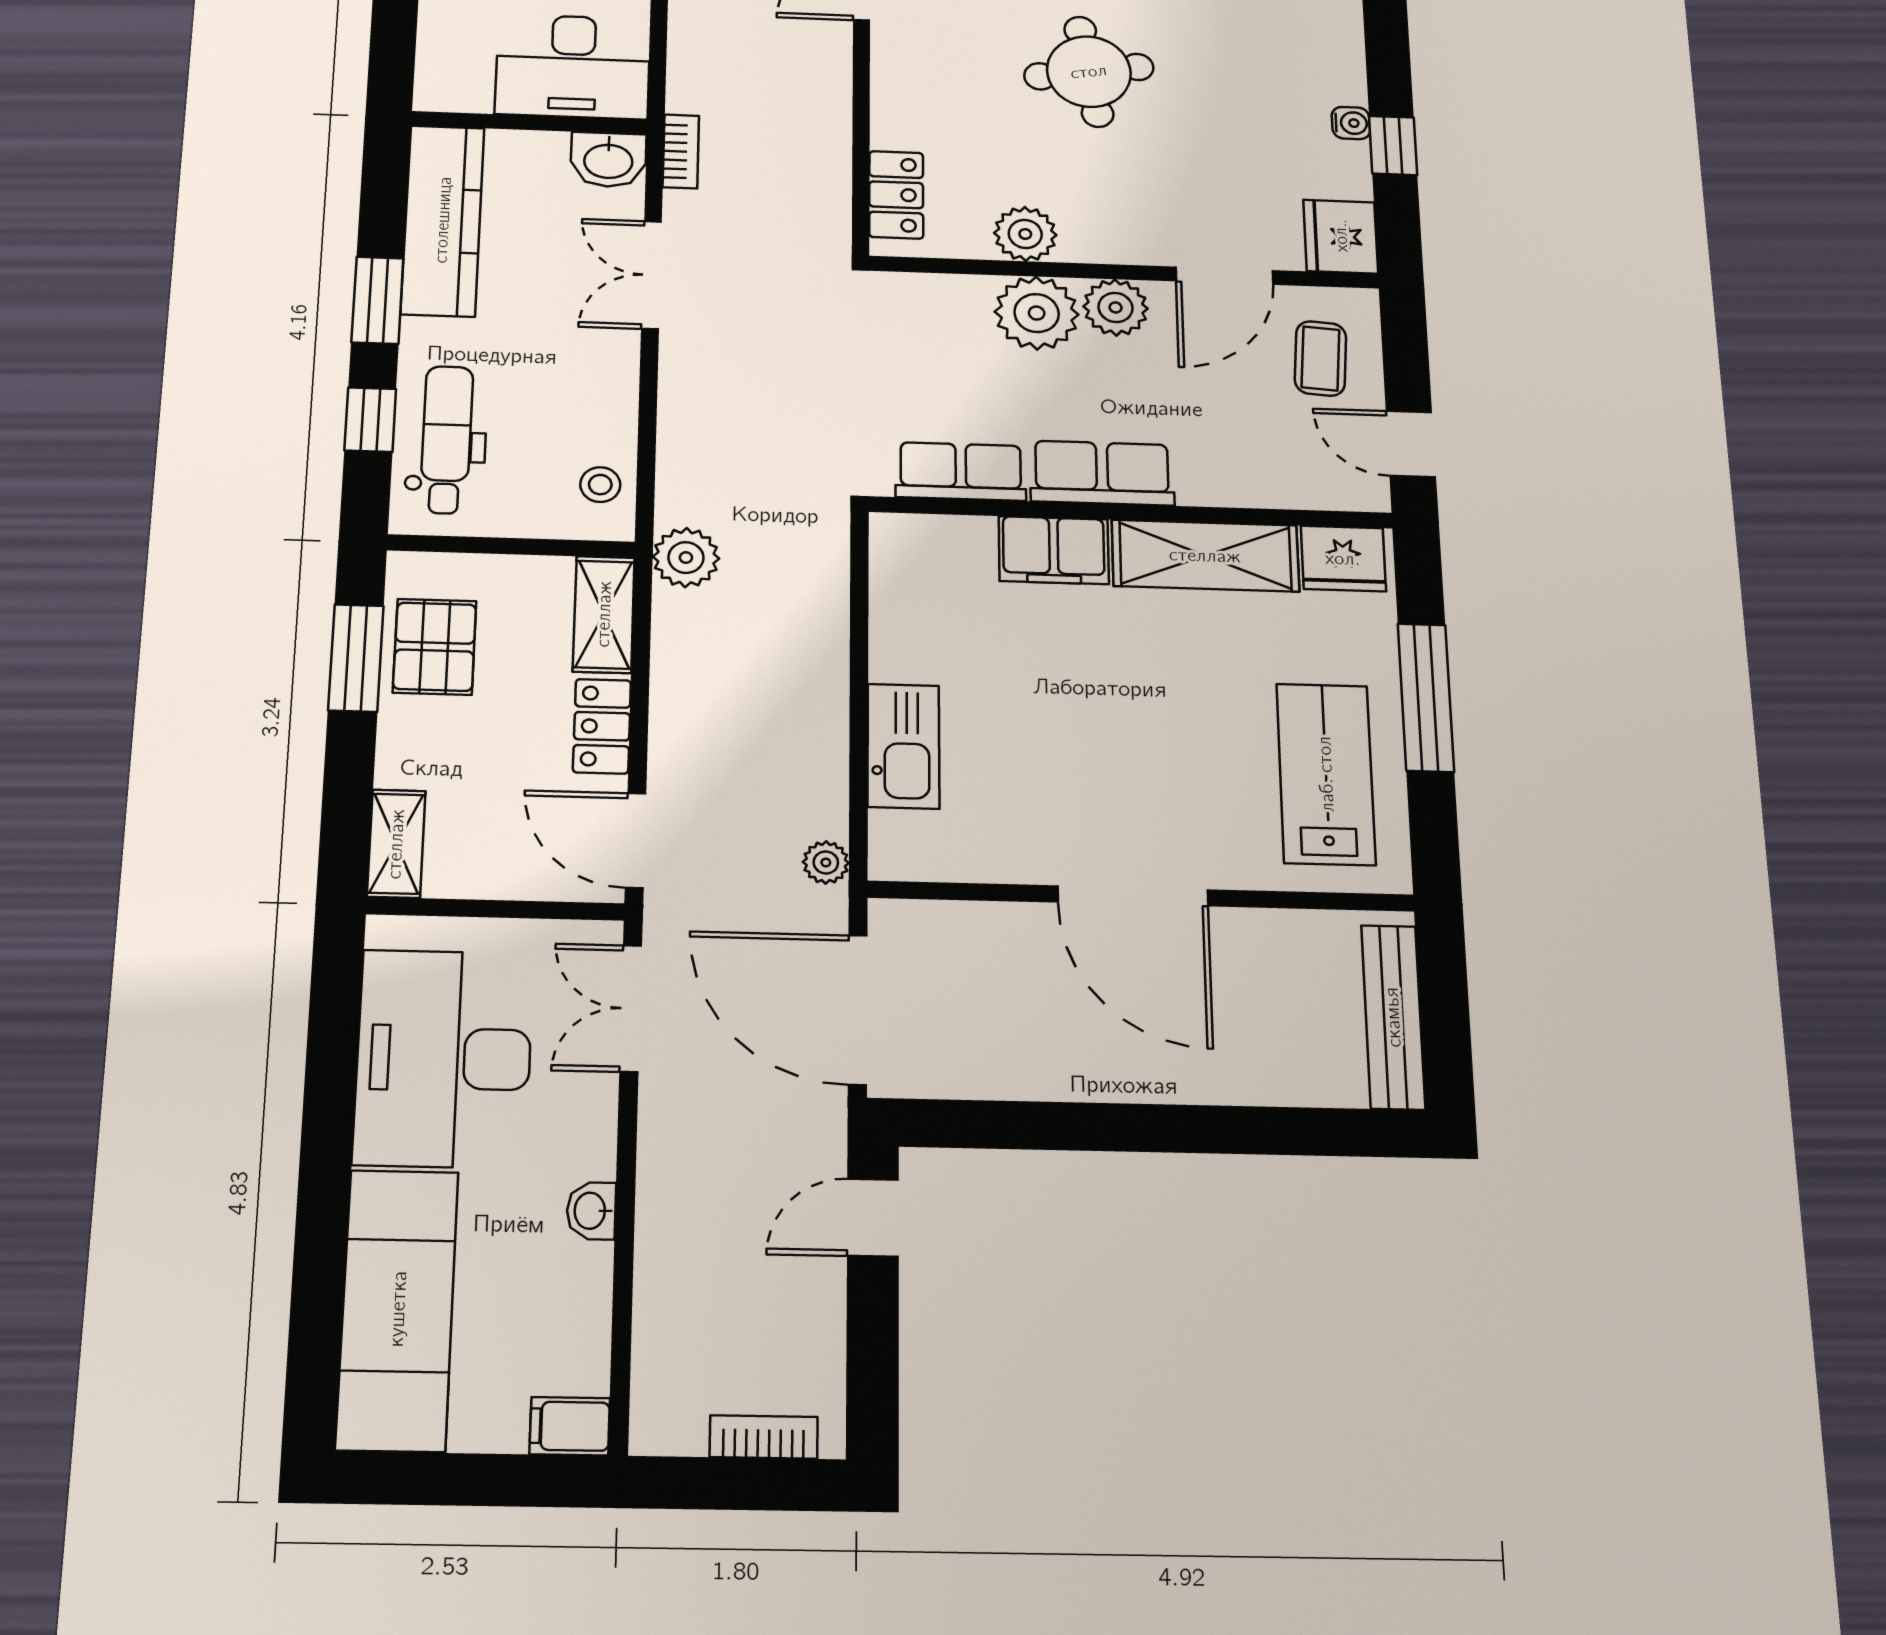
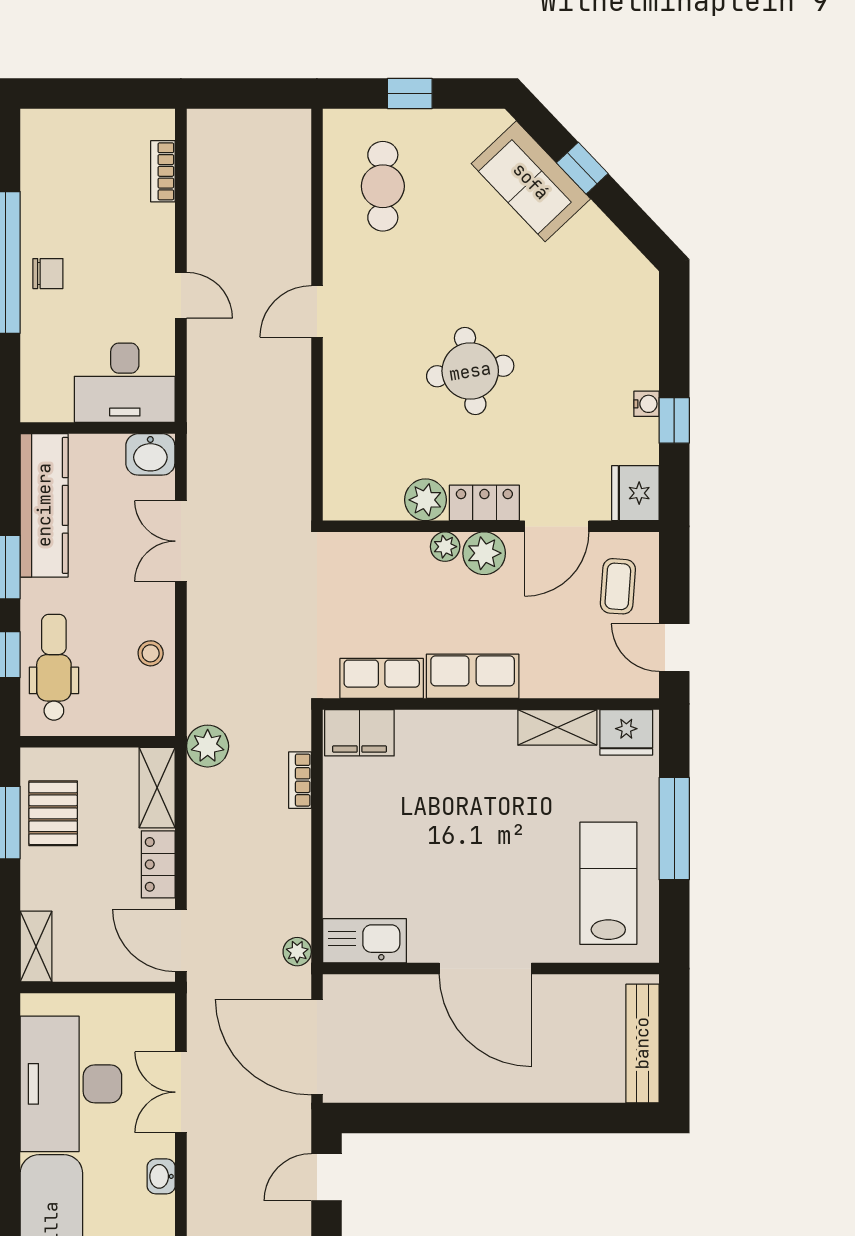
bookcase: (681, 151) -> (300, 780), moved, turned 180
locker: (896, 195) -> (484, 503), moved, turned -90
plant: (1037, 313) -> (445, 547), width x0.53, depth x0.53
stool: (600, 485) -> (151, 653), moved
filing cabinet: (1054, 550) -> (359, 733), moved
shelving: (1205, 556) -> (557, 727), width x0.67, depth x0.75
kitchen sink: (903, 746) -> (365, 941), moved, turned -90
double door: (631, 1008) -> (181, 1092), moved

